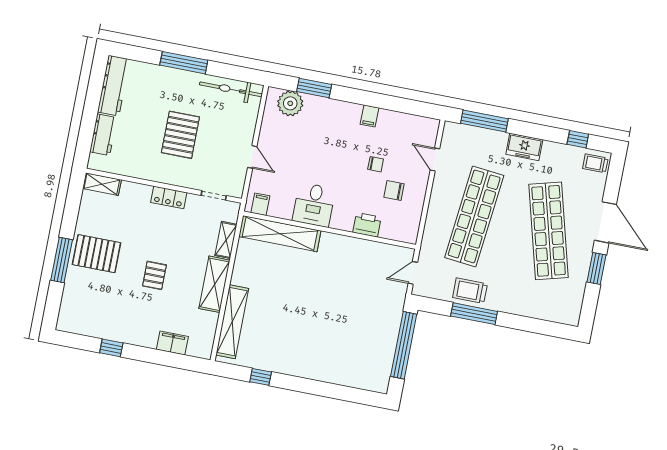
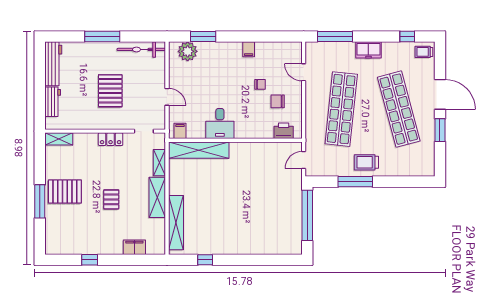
printer: (367, 225) -> (284, 131), moved
trolley: (470, 291) -> (366, 162), moved

